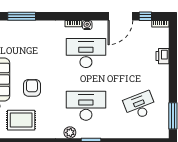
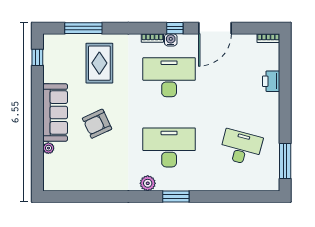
window: (145, 16) -> (175, 28), moved
armchair: (32, 88) -> (97, 124), turned -115
desk: (140, 106) -> (241, 147), turned 36
rug: (21, 120) -> (99, 63), moved, turned 90

